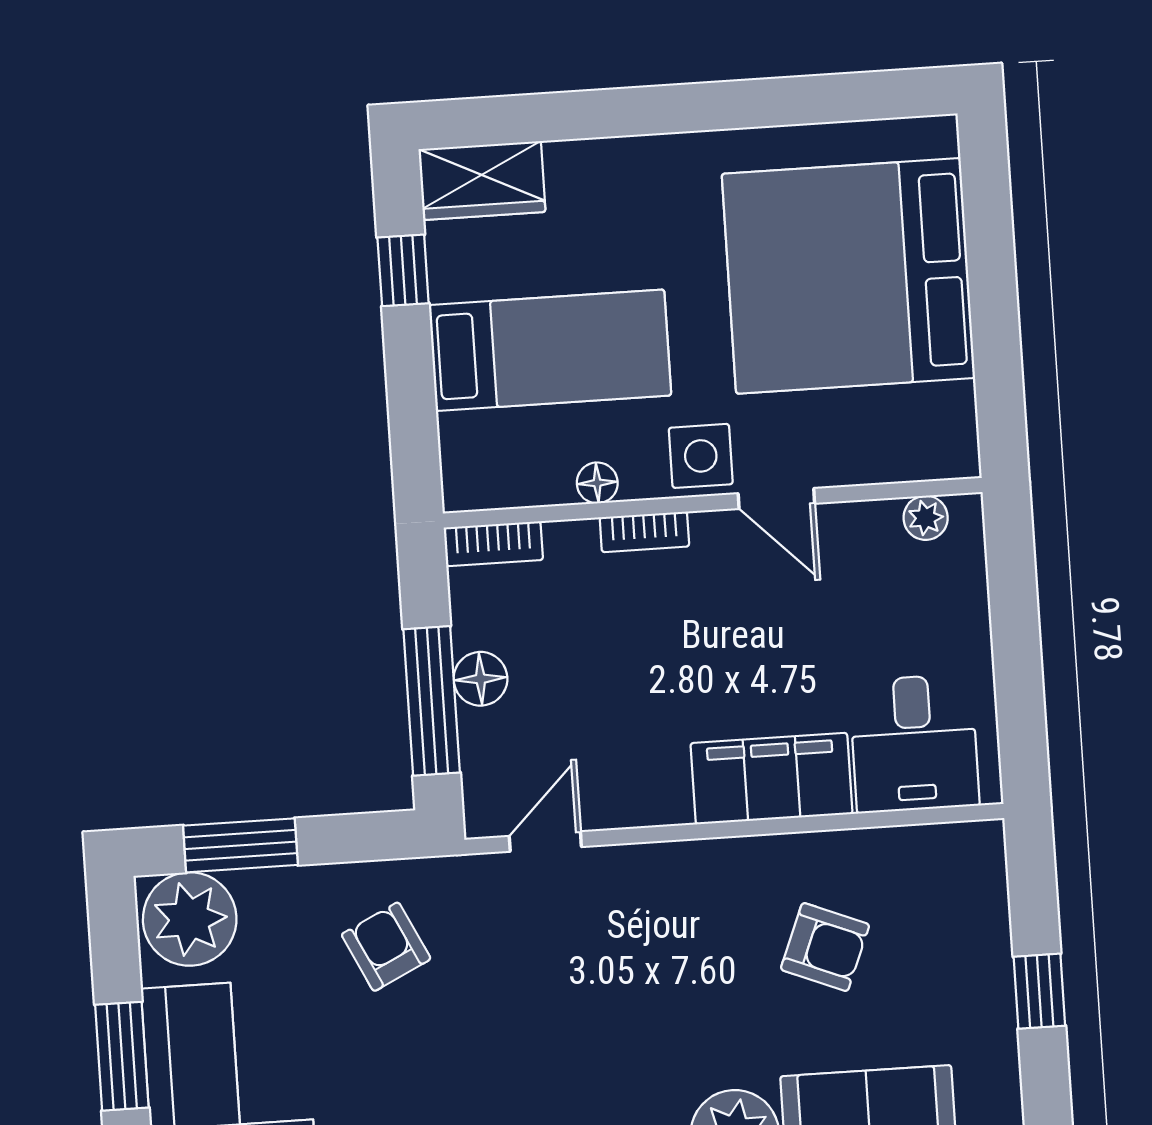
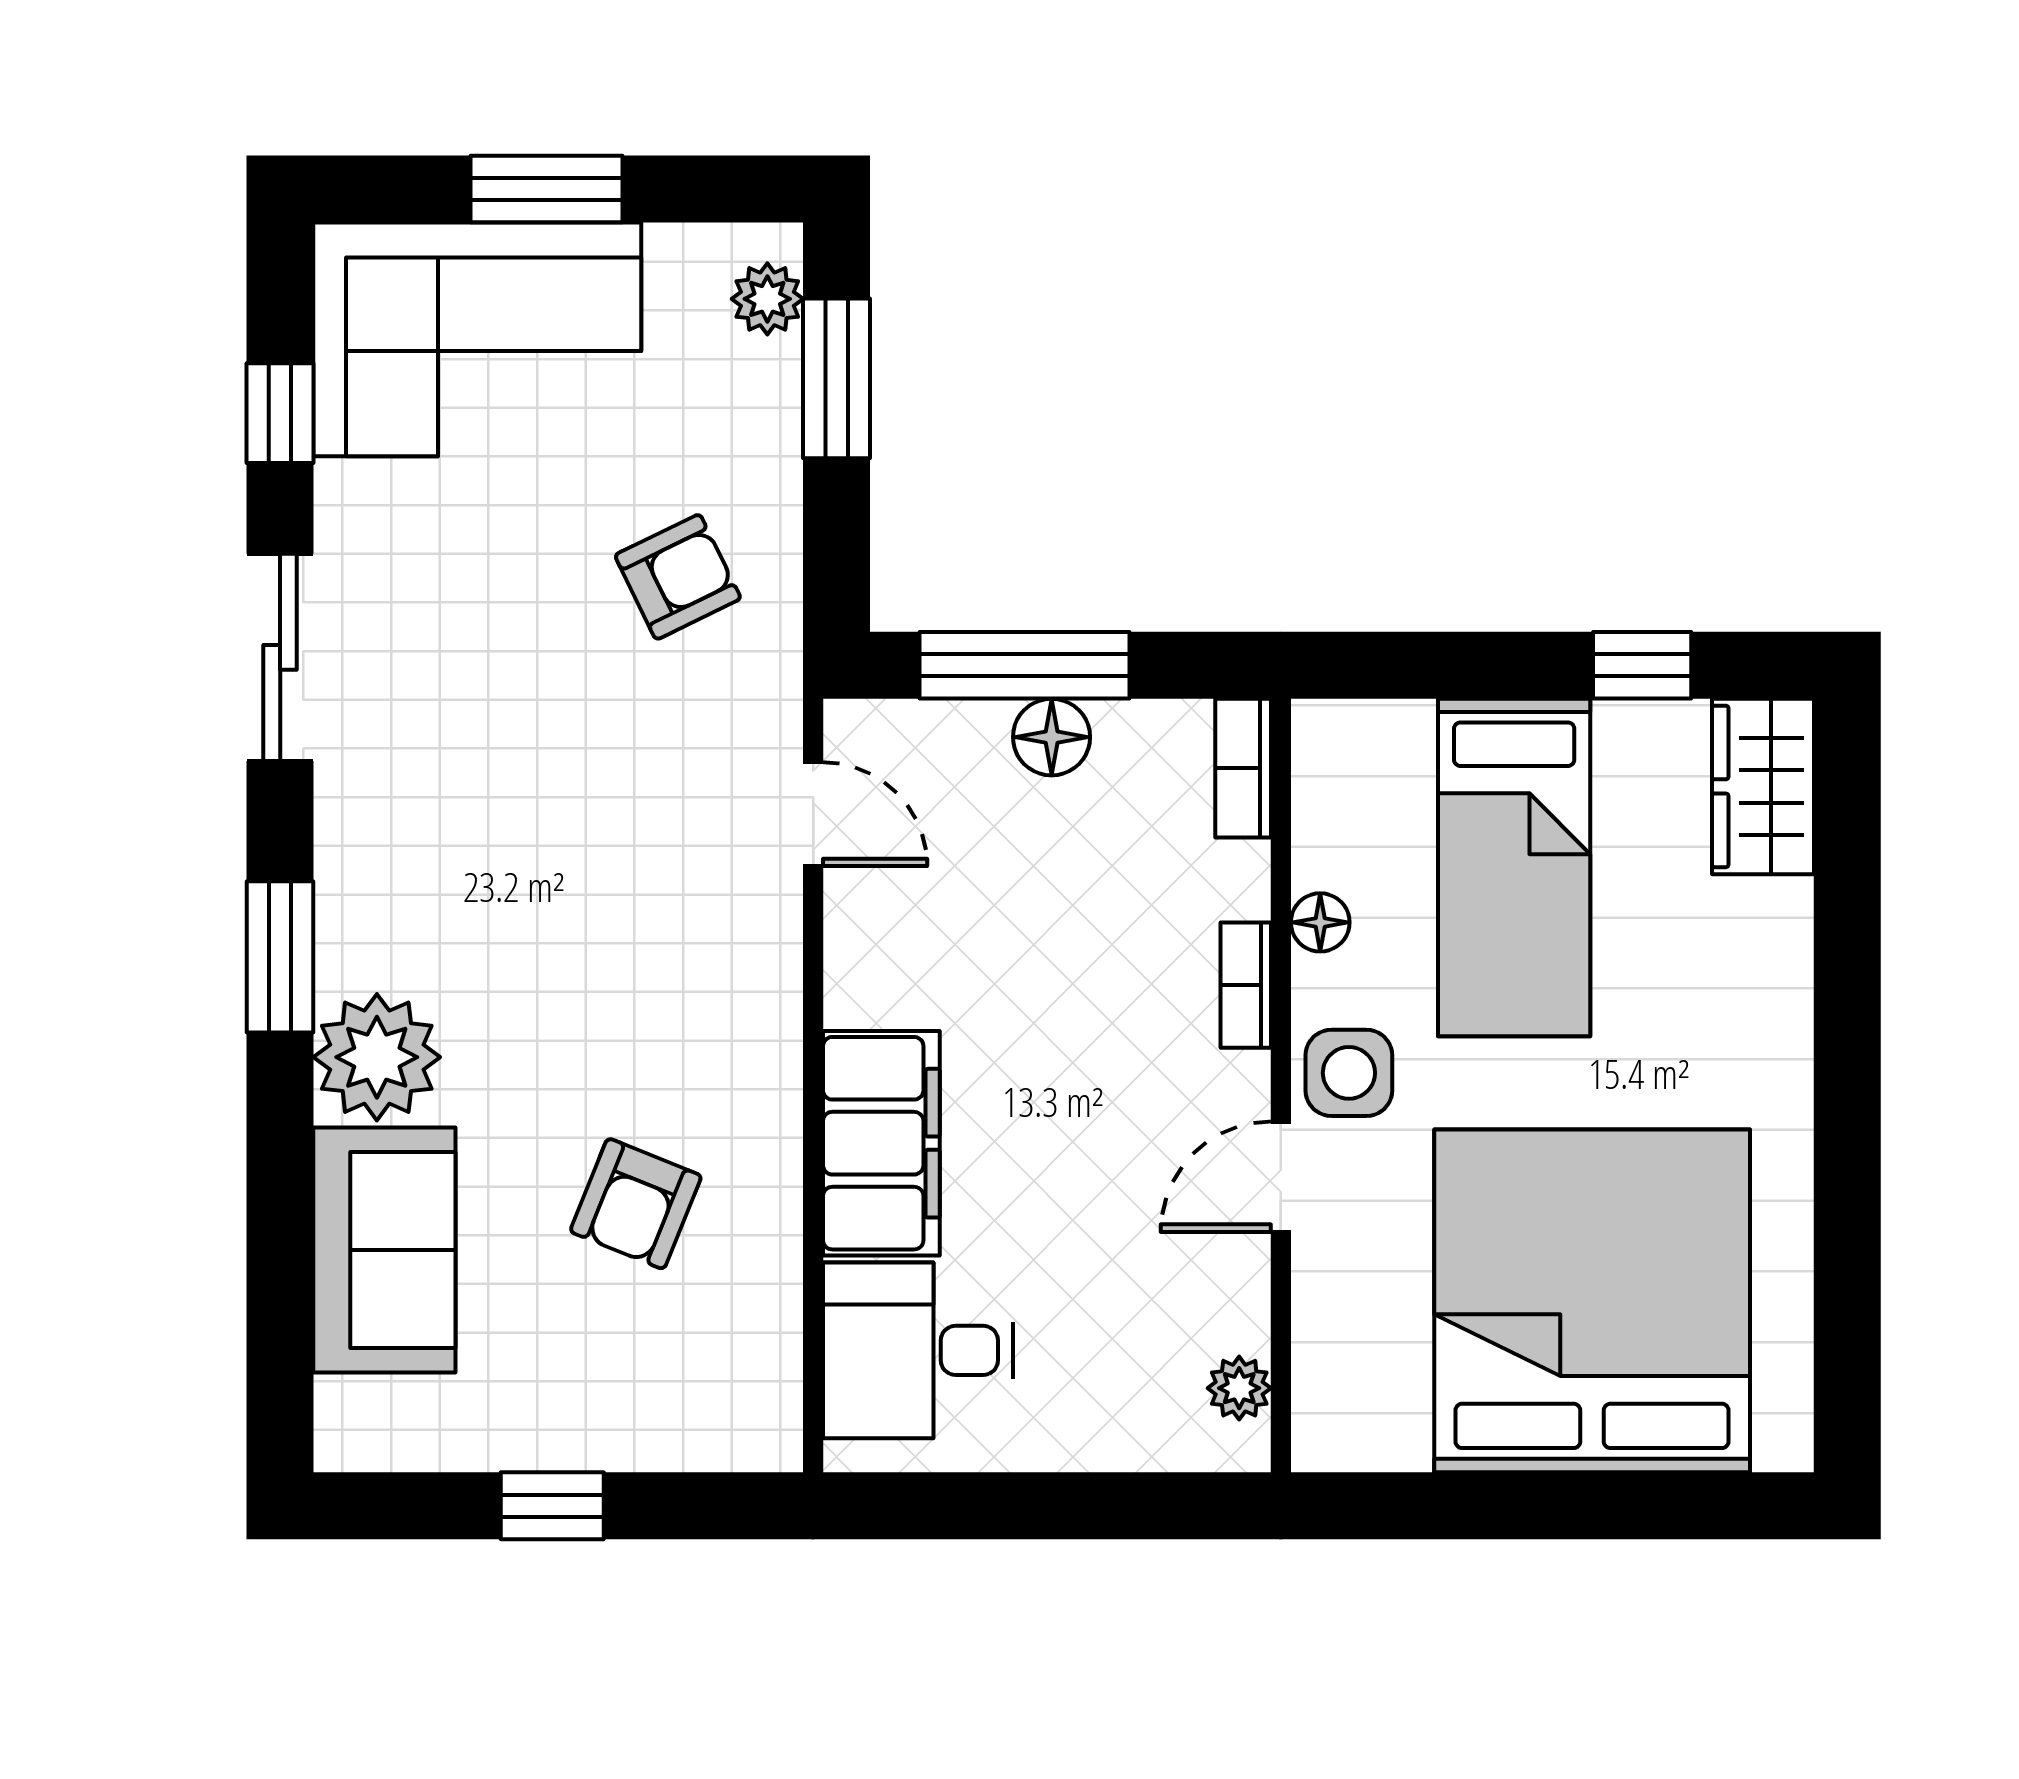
plant: (190, 919) -> (767, 299), width x0.53, depth x0.53

